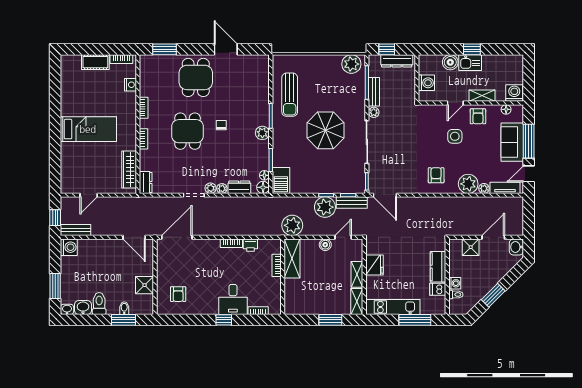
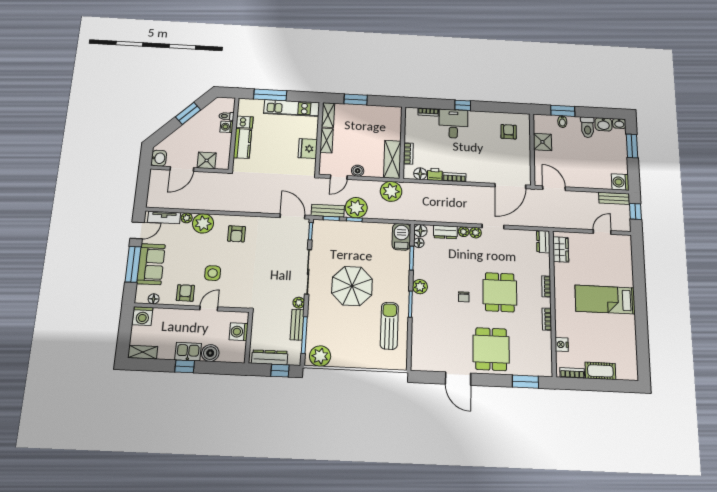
shelving: (482, 96) -> (143, 352), moved
wardrobe: (129, 169) -> (561, 249), width x0.67
floor lamp: (265, 245) -> (420, 174), added

